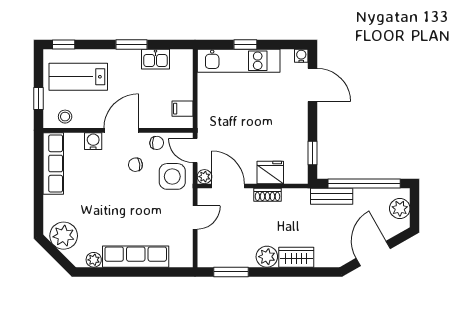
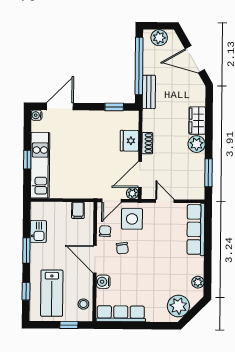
window: (64, 44) -> (26, 291), moved
row of seats: (136, 257) -> (196, 229), moved

